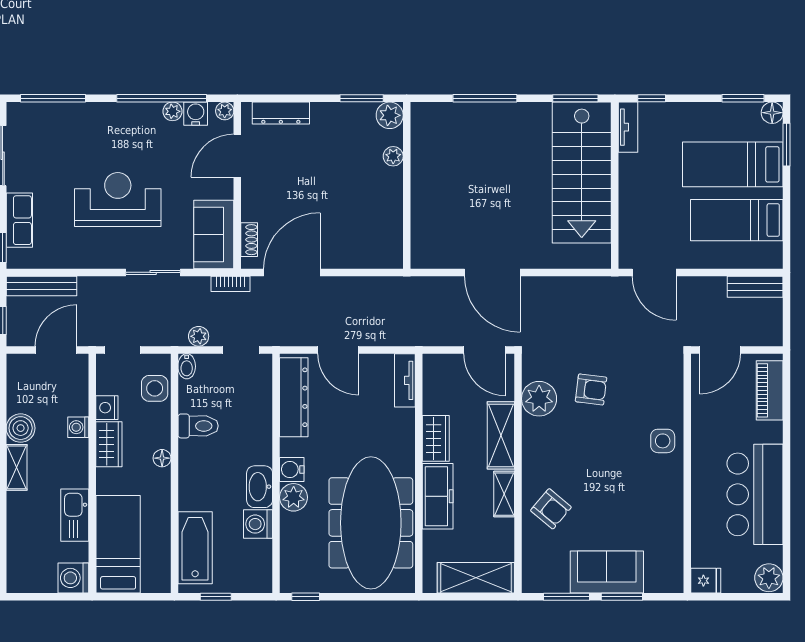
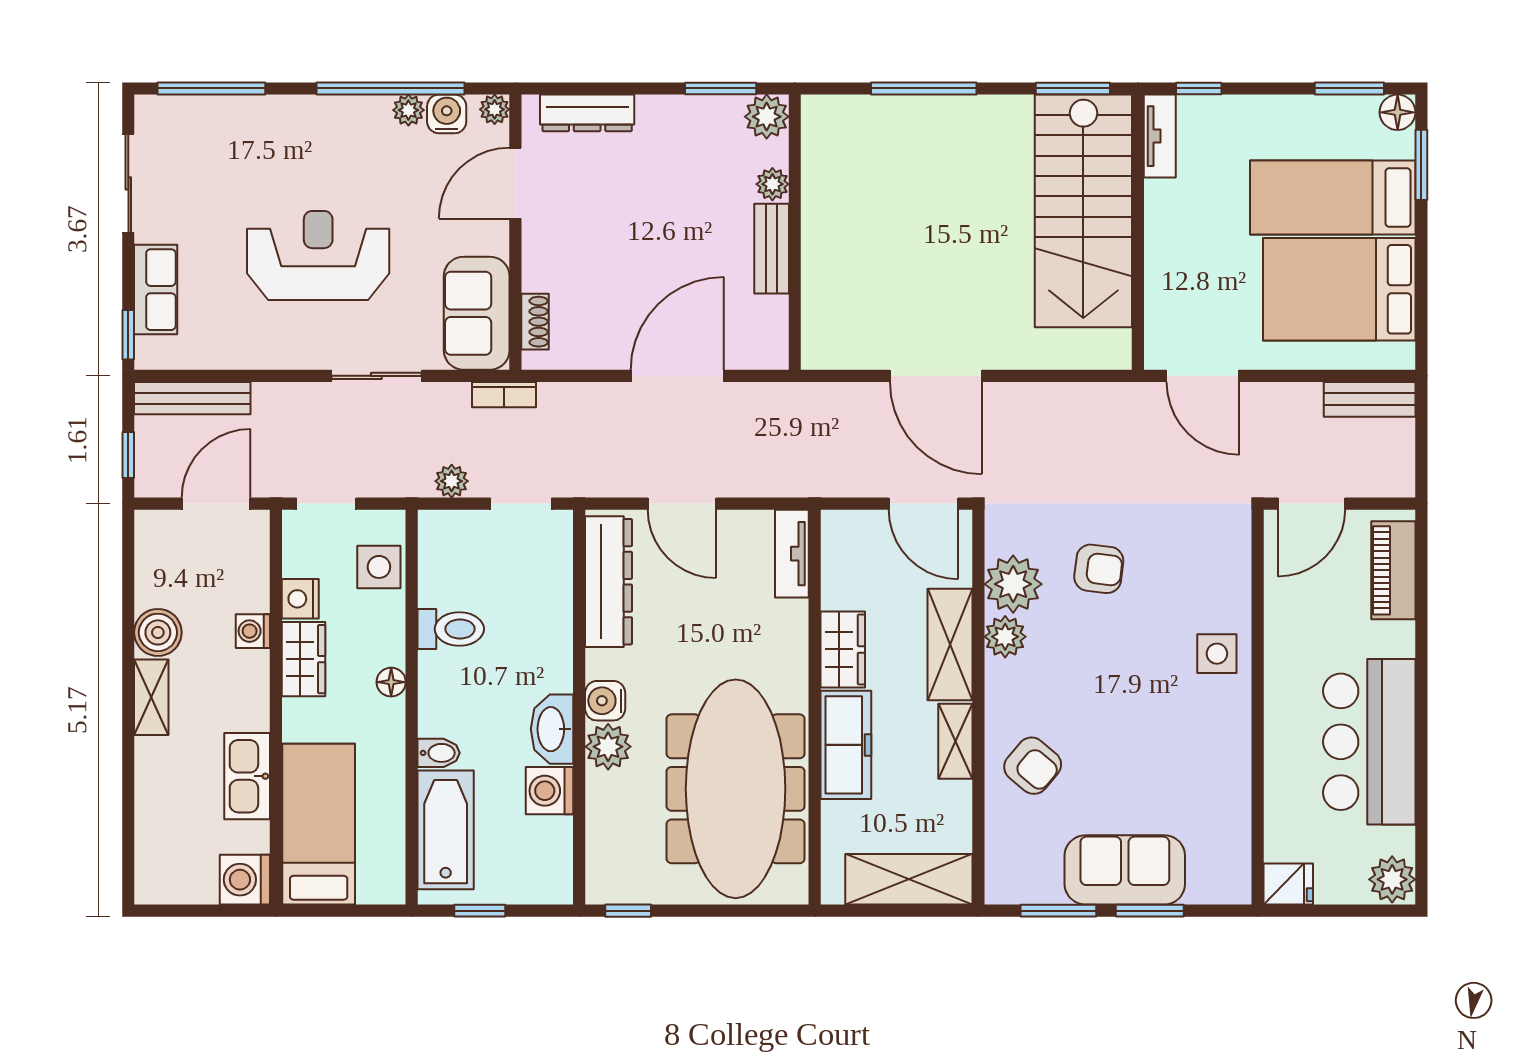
bench: (393, 195) -> (772, 249), added
bed: (737, 220) -> (1339, 289), width x1.50
door: (292, 272) -> (677, 376), moved
bidet: (187, 366) -> (439, 753), moved, turned -90
plant: (534, 431) -> (1005, 637), added

